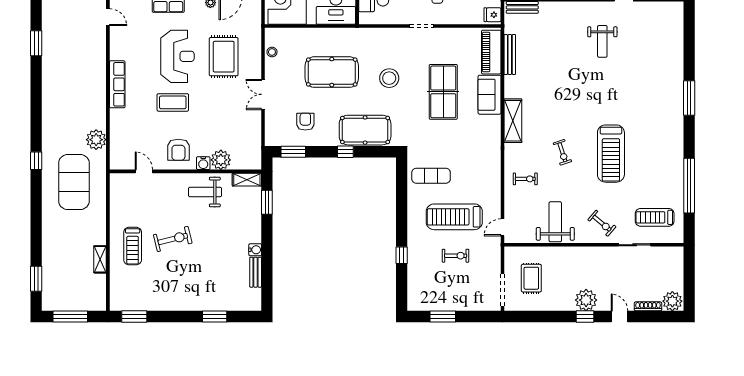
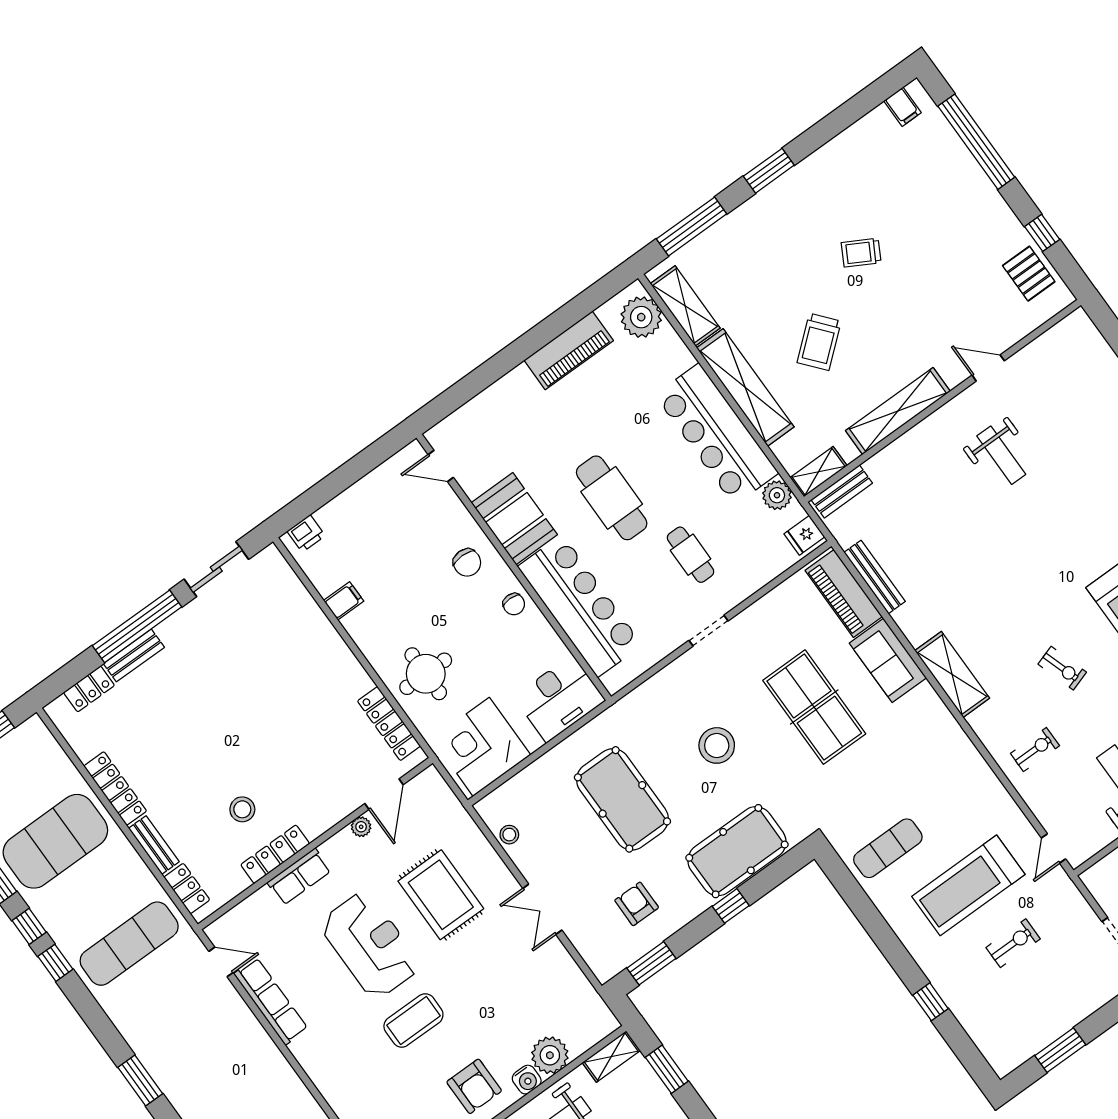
pool table: (332, 72) -> (622, 799), turned 90
row of seats: (117, 84) -> (271, 1001), moved

